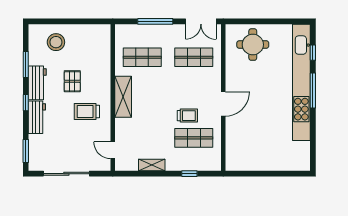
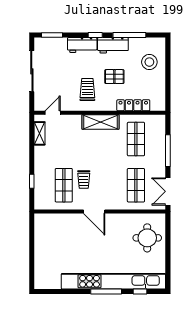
locker: (104, 60) -> (133, 105), added
window: (26, 65) -> (129, 35), width x1.44
shelving: (152, 165) -> (40, 133), moved

